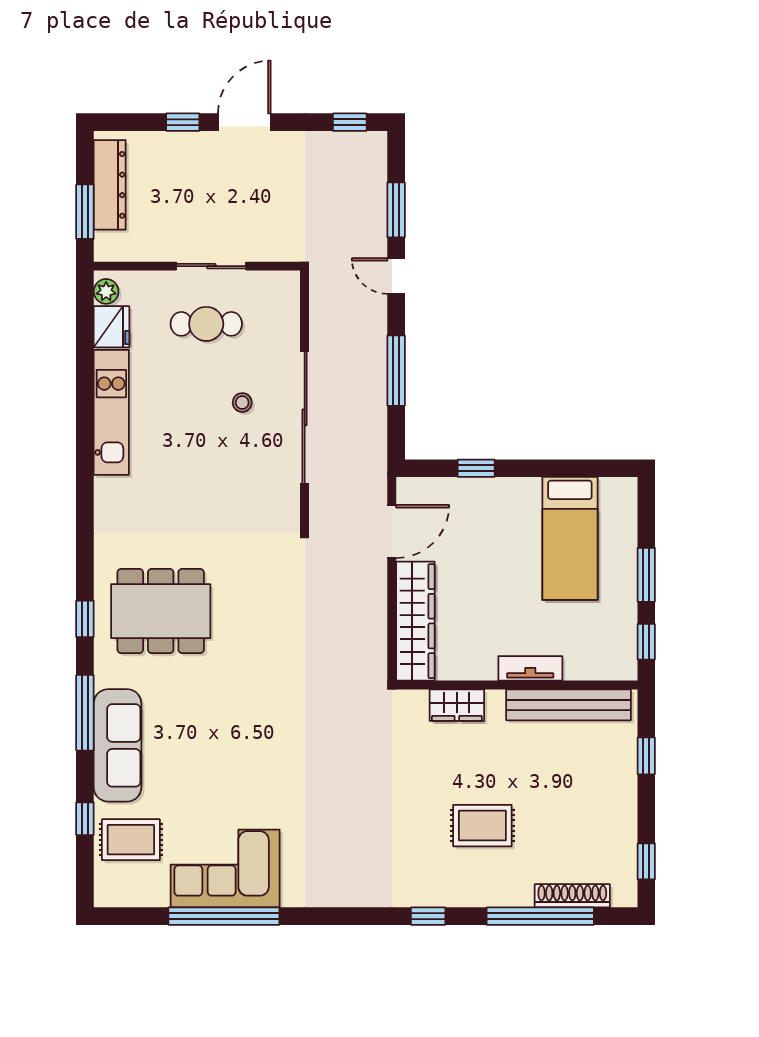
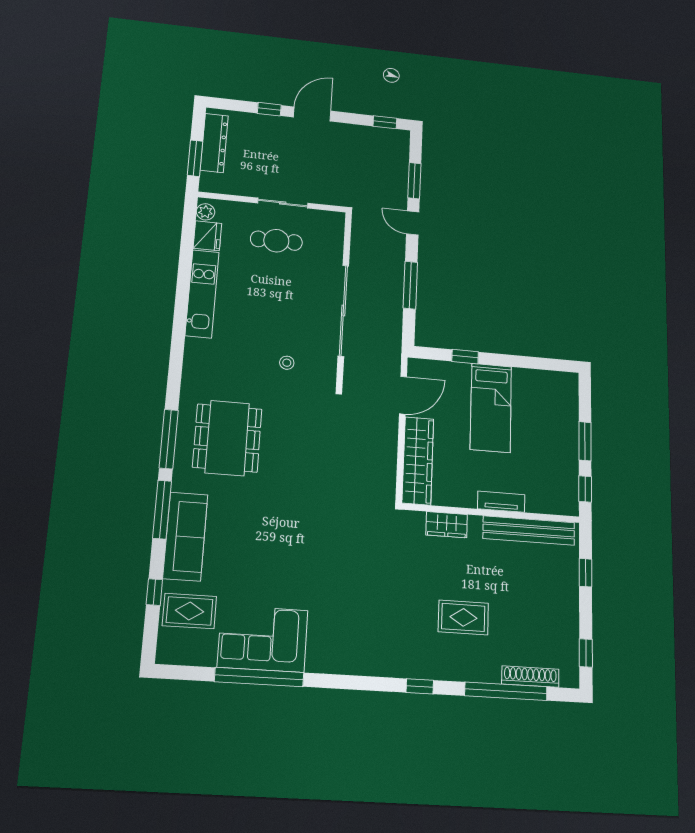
stool: (242, 403) -> (287, 363), moved
bed: (570, 538) -> (491, 408), moved
dining table: (161, 611) -> (227, 438), turned 90
window: (85, 619) -> (169, 439), width x2.17

